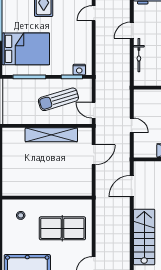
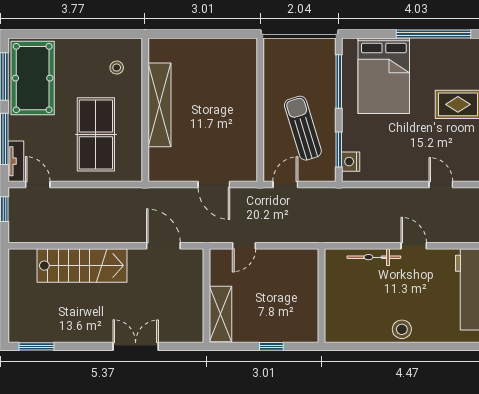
door: (132, 125) -> (244, 246), moved
shelving: (51, 135) -> (159, 105), moved

